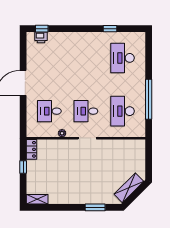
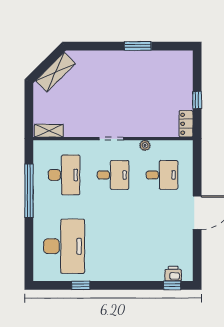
desk: (122, 58) -> (64, 246), width x1.36, depth x1.30
shelving: (37, 199) -> (49, 131), moved
window: (95, 207) -> (138, 46), moved

